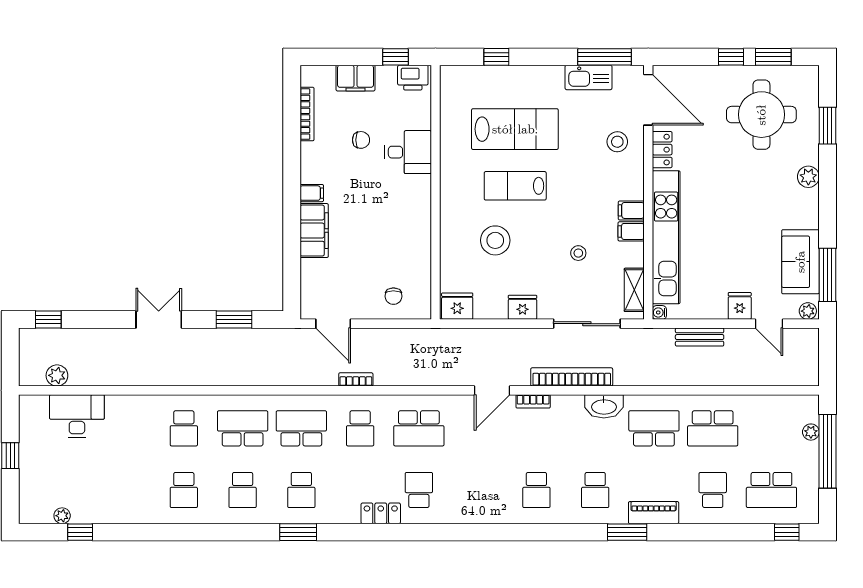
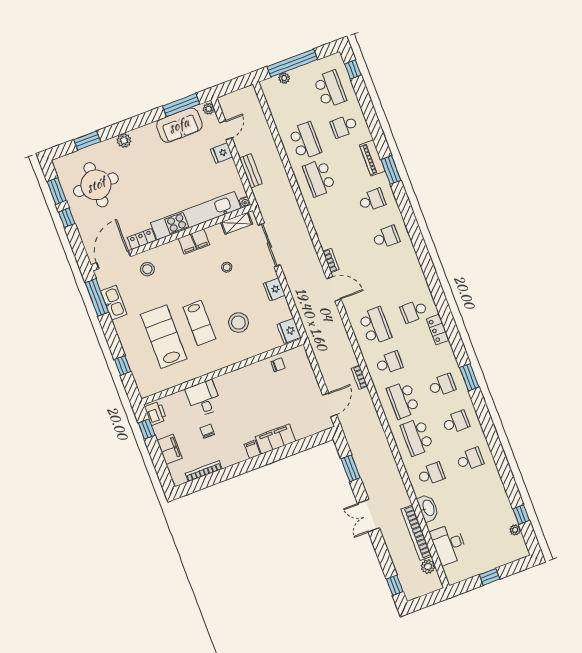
chair: (393, 296) -> (278, 365), moved
bookcase: (572, 377) -> (416, 533), moved
washbasin: (604, 406) -> (428, 508), moved

